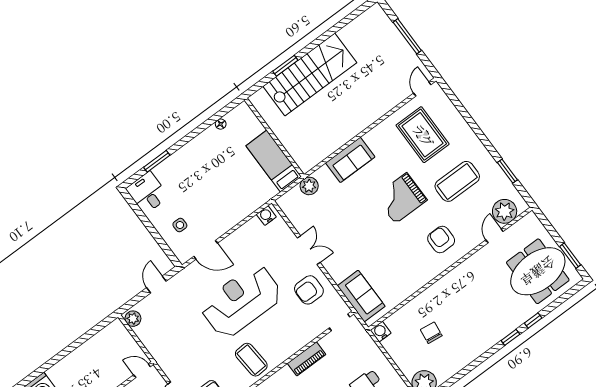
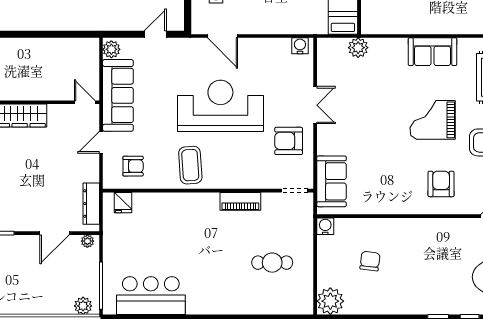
sofa: (350, 160) -> (432, 52), moved
sofa: (162, 348) -> (118, 95), added

